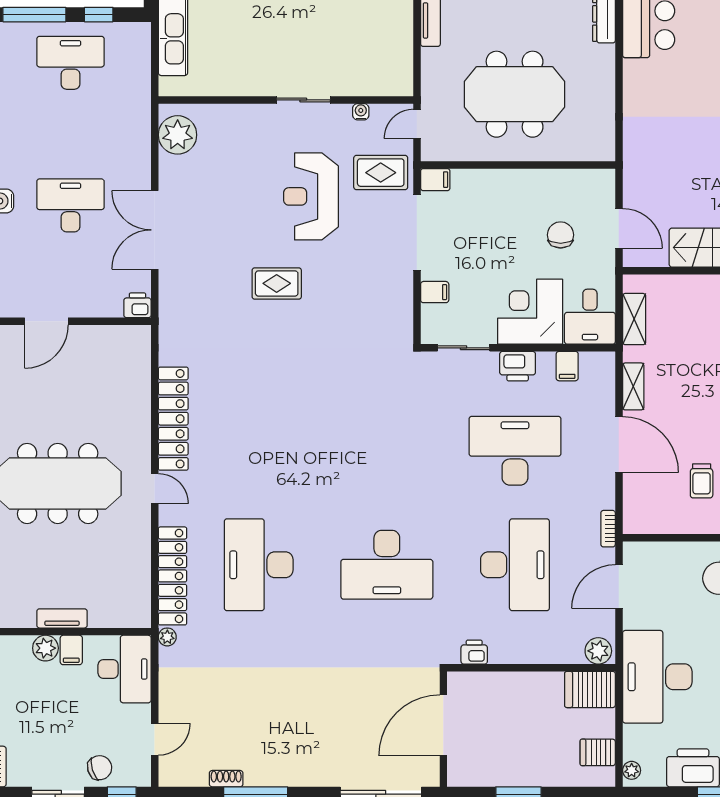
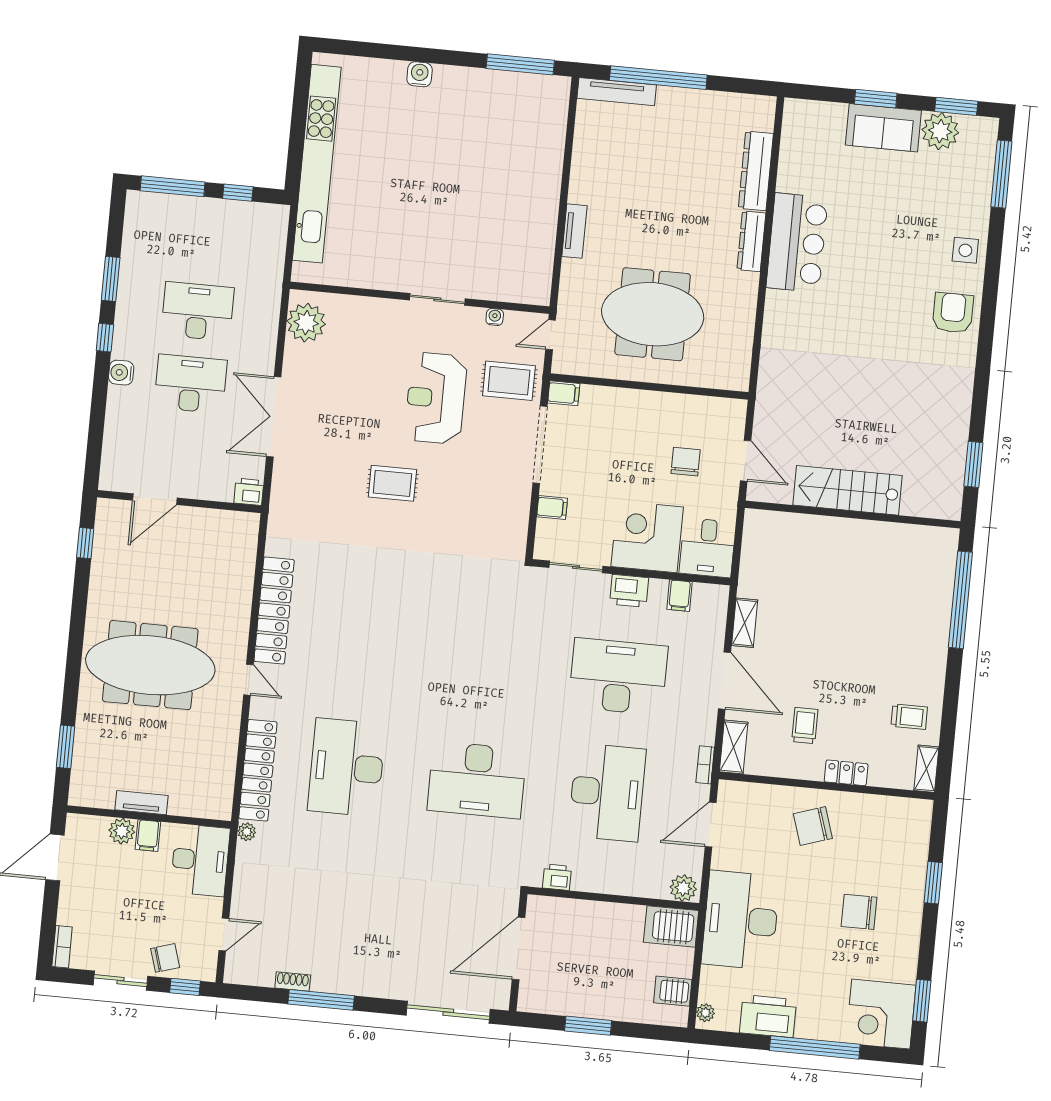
desk: (70, 63) -> (198, 311), moved
shelving: (634, 319) -> (734, 747), moved
trolley: (702, 481) -> (805, 725), turned 180

